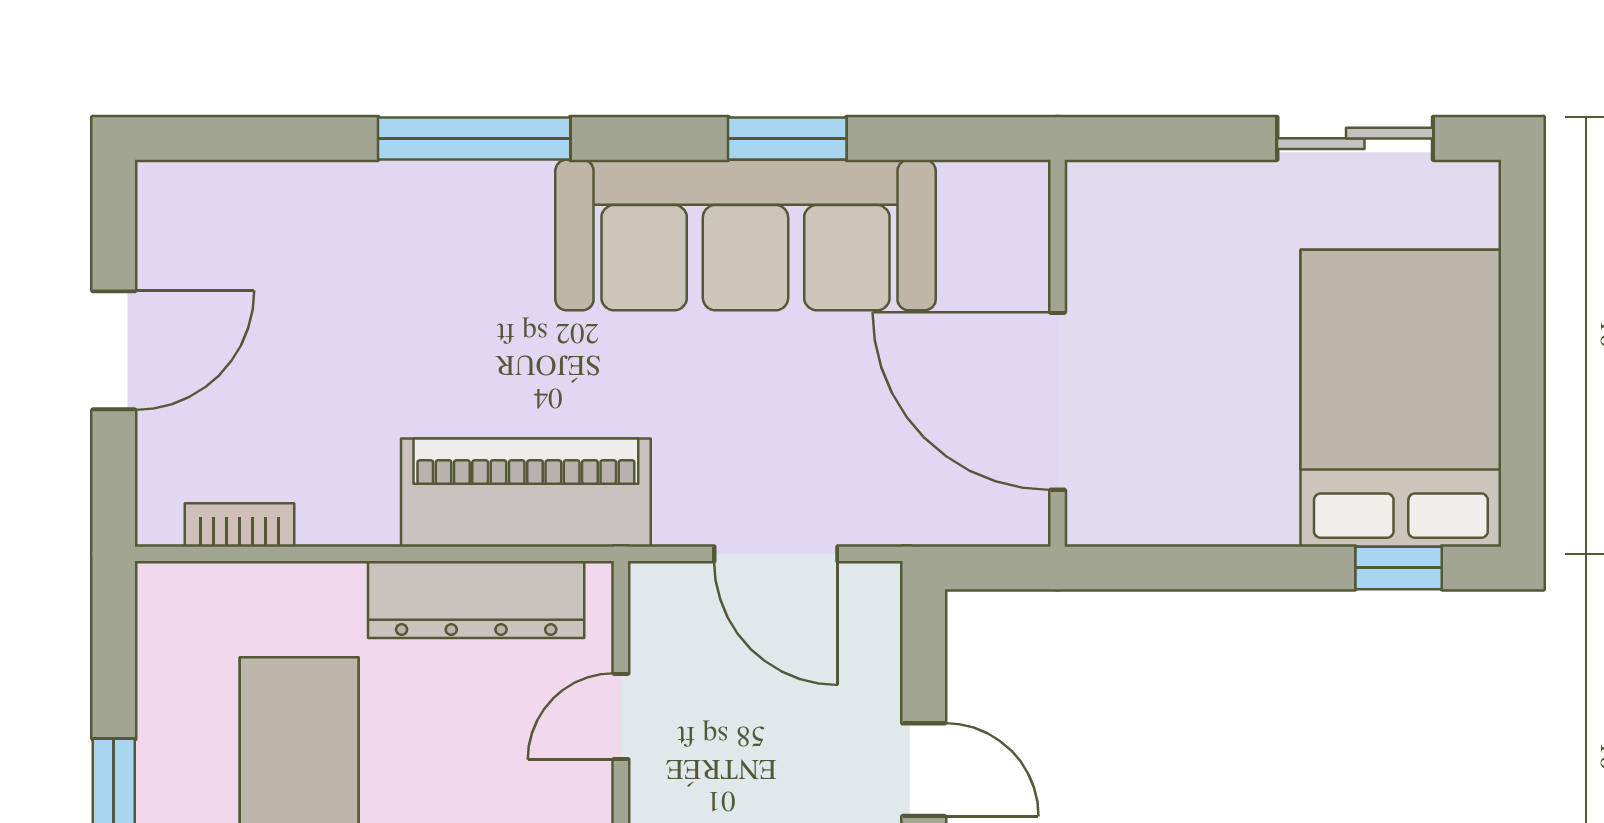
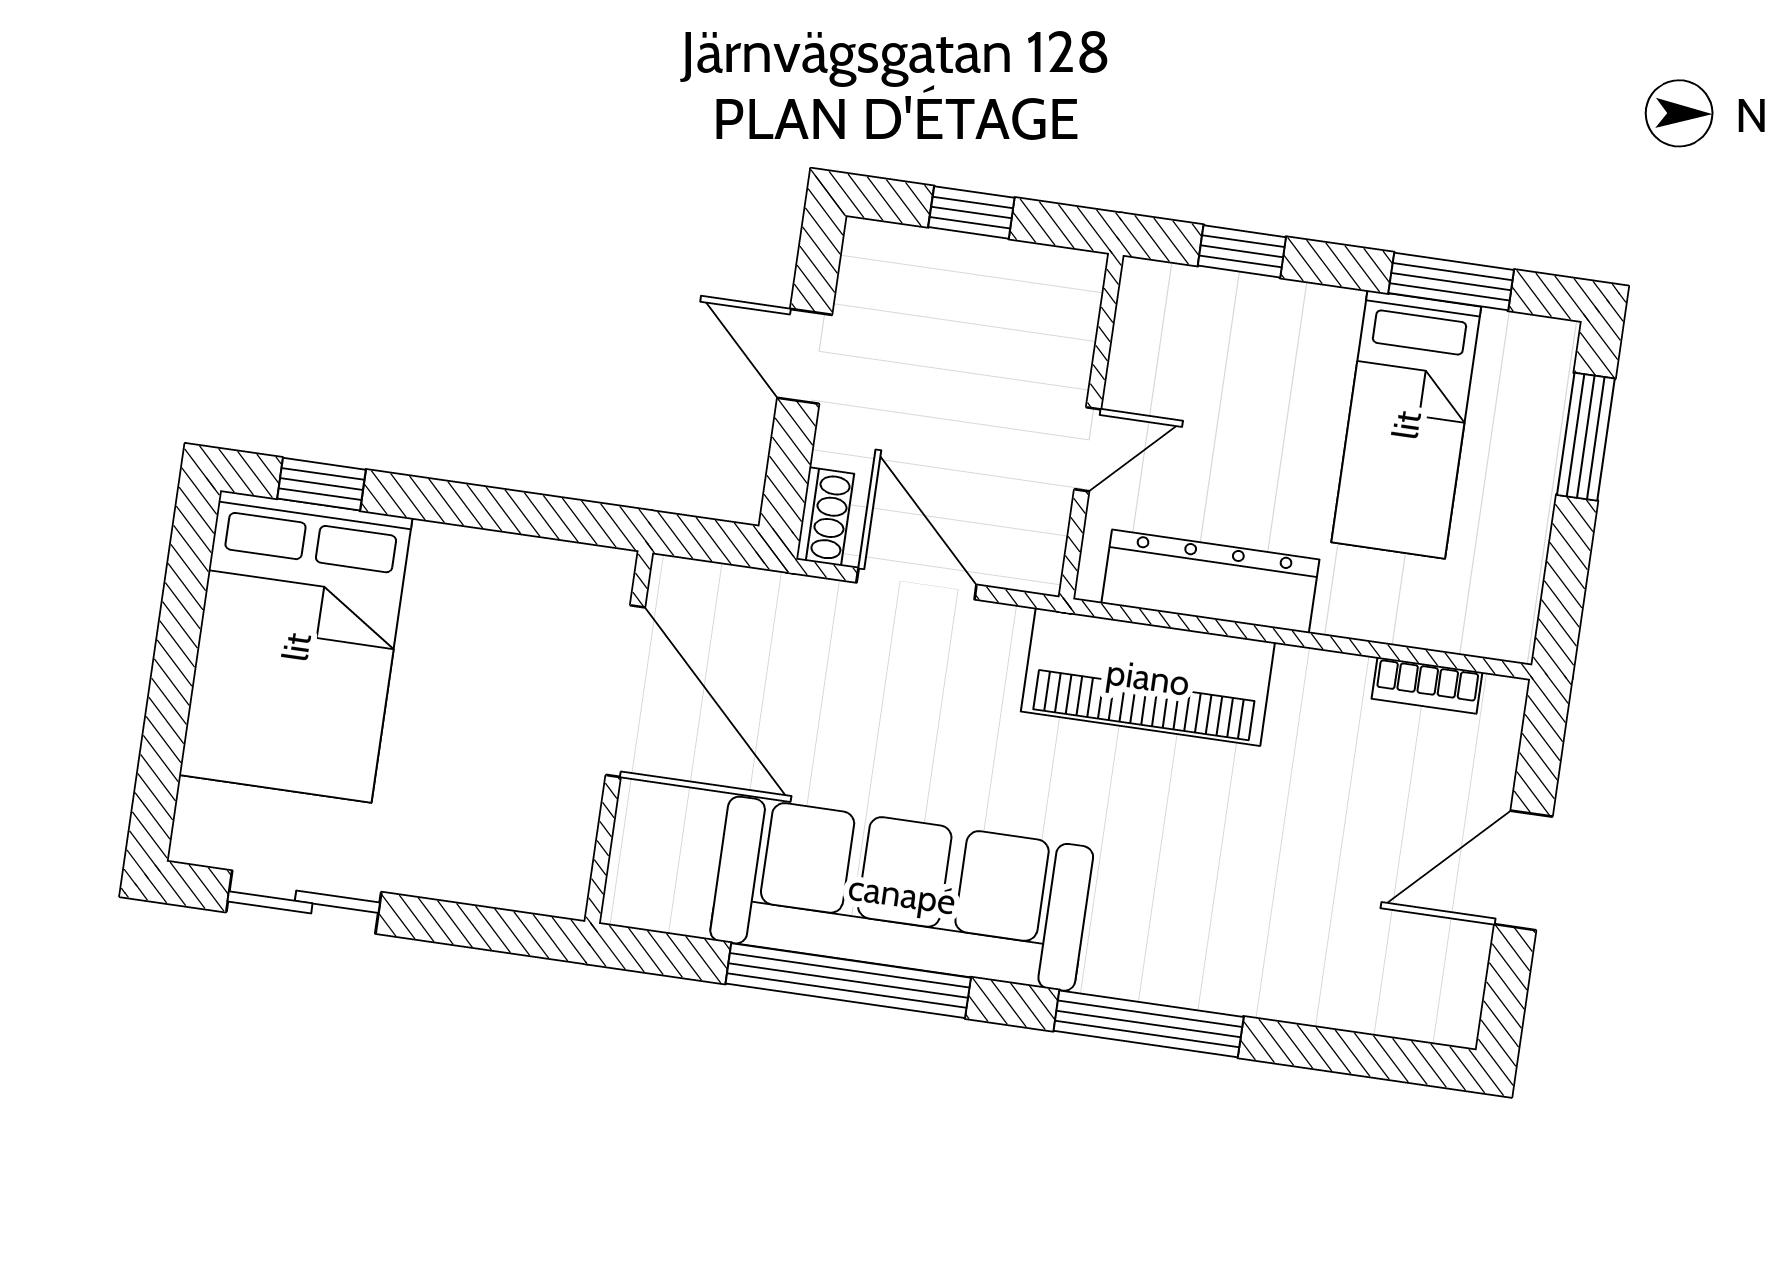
window: (787, 138) -> (848, 981), width x2.11
shoe rack: (879, 609) -> (825, 517), added

